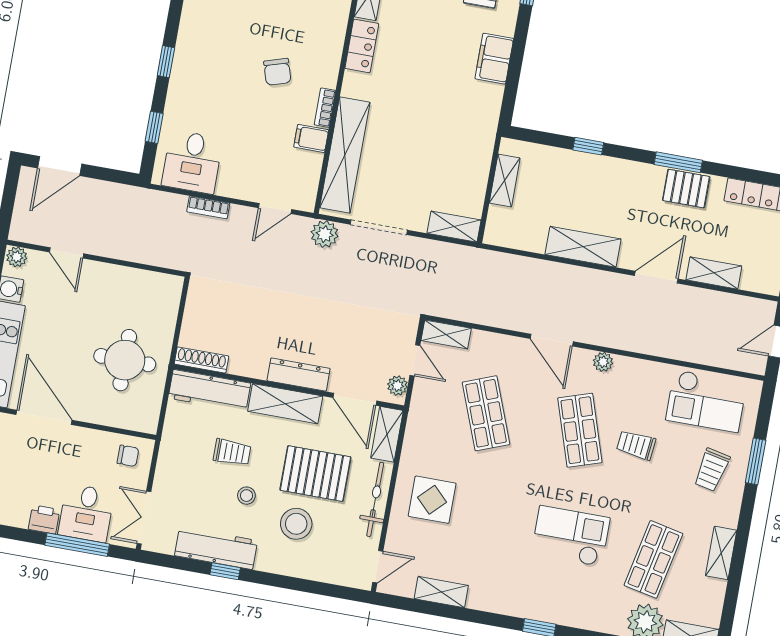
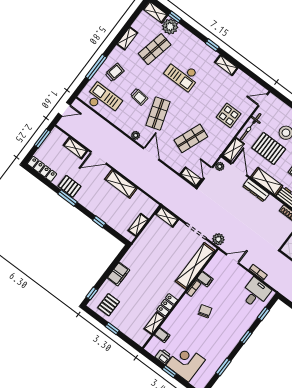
shop shelf: (486, 413) -> (191, 138), turned 42
window: (756, 461) -> (96, 67), width x1.44
shelving: (441, 592) -> (226, 65), moved

